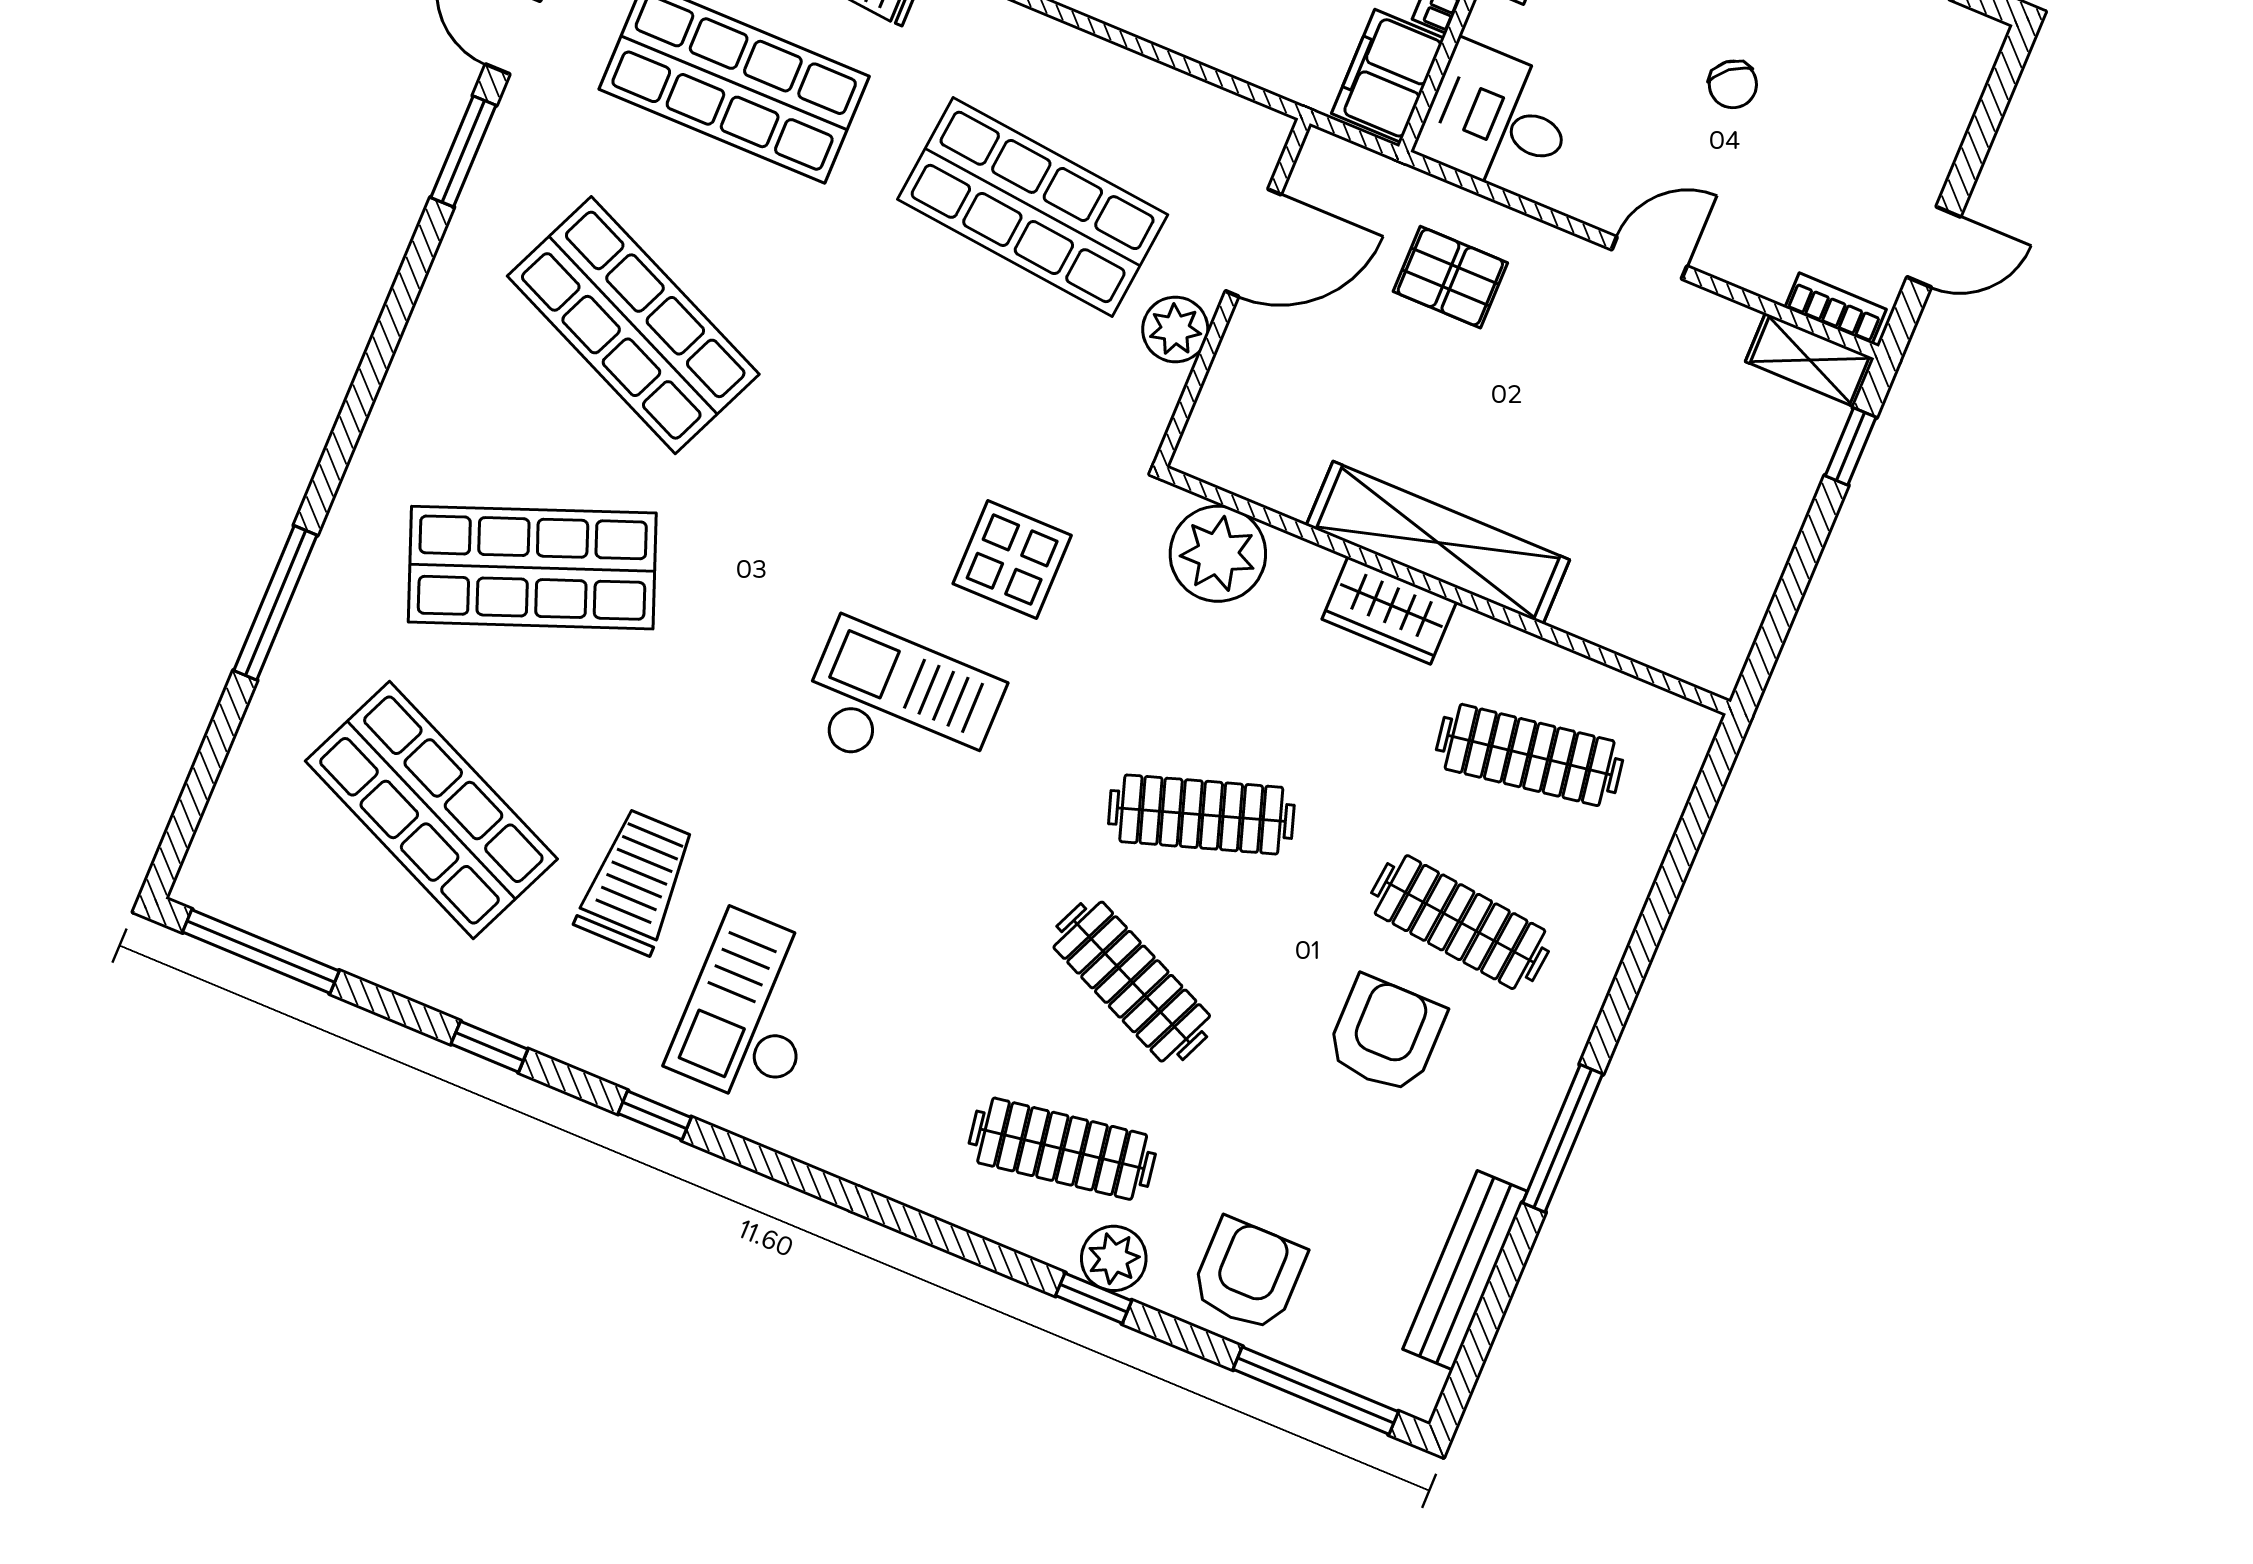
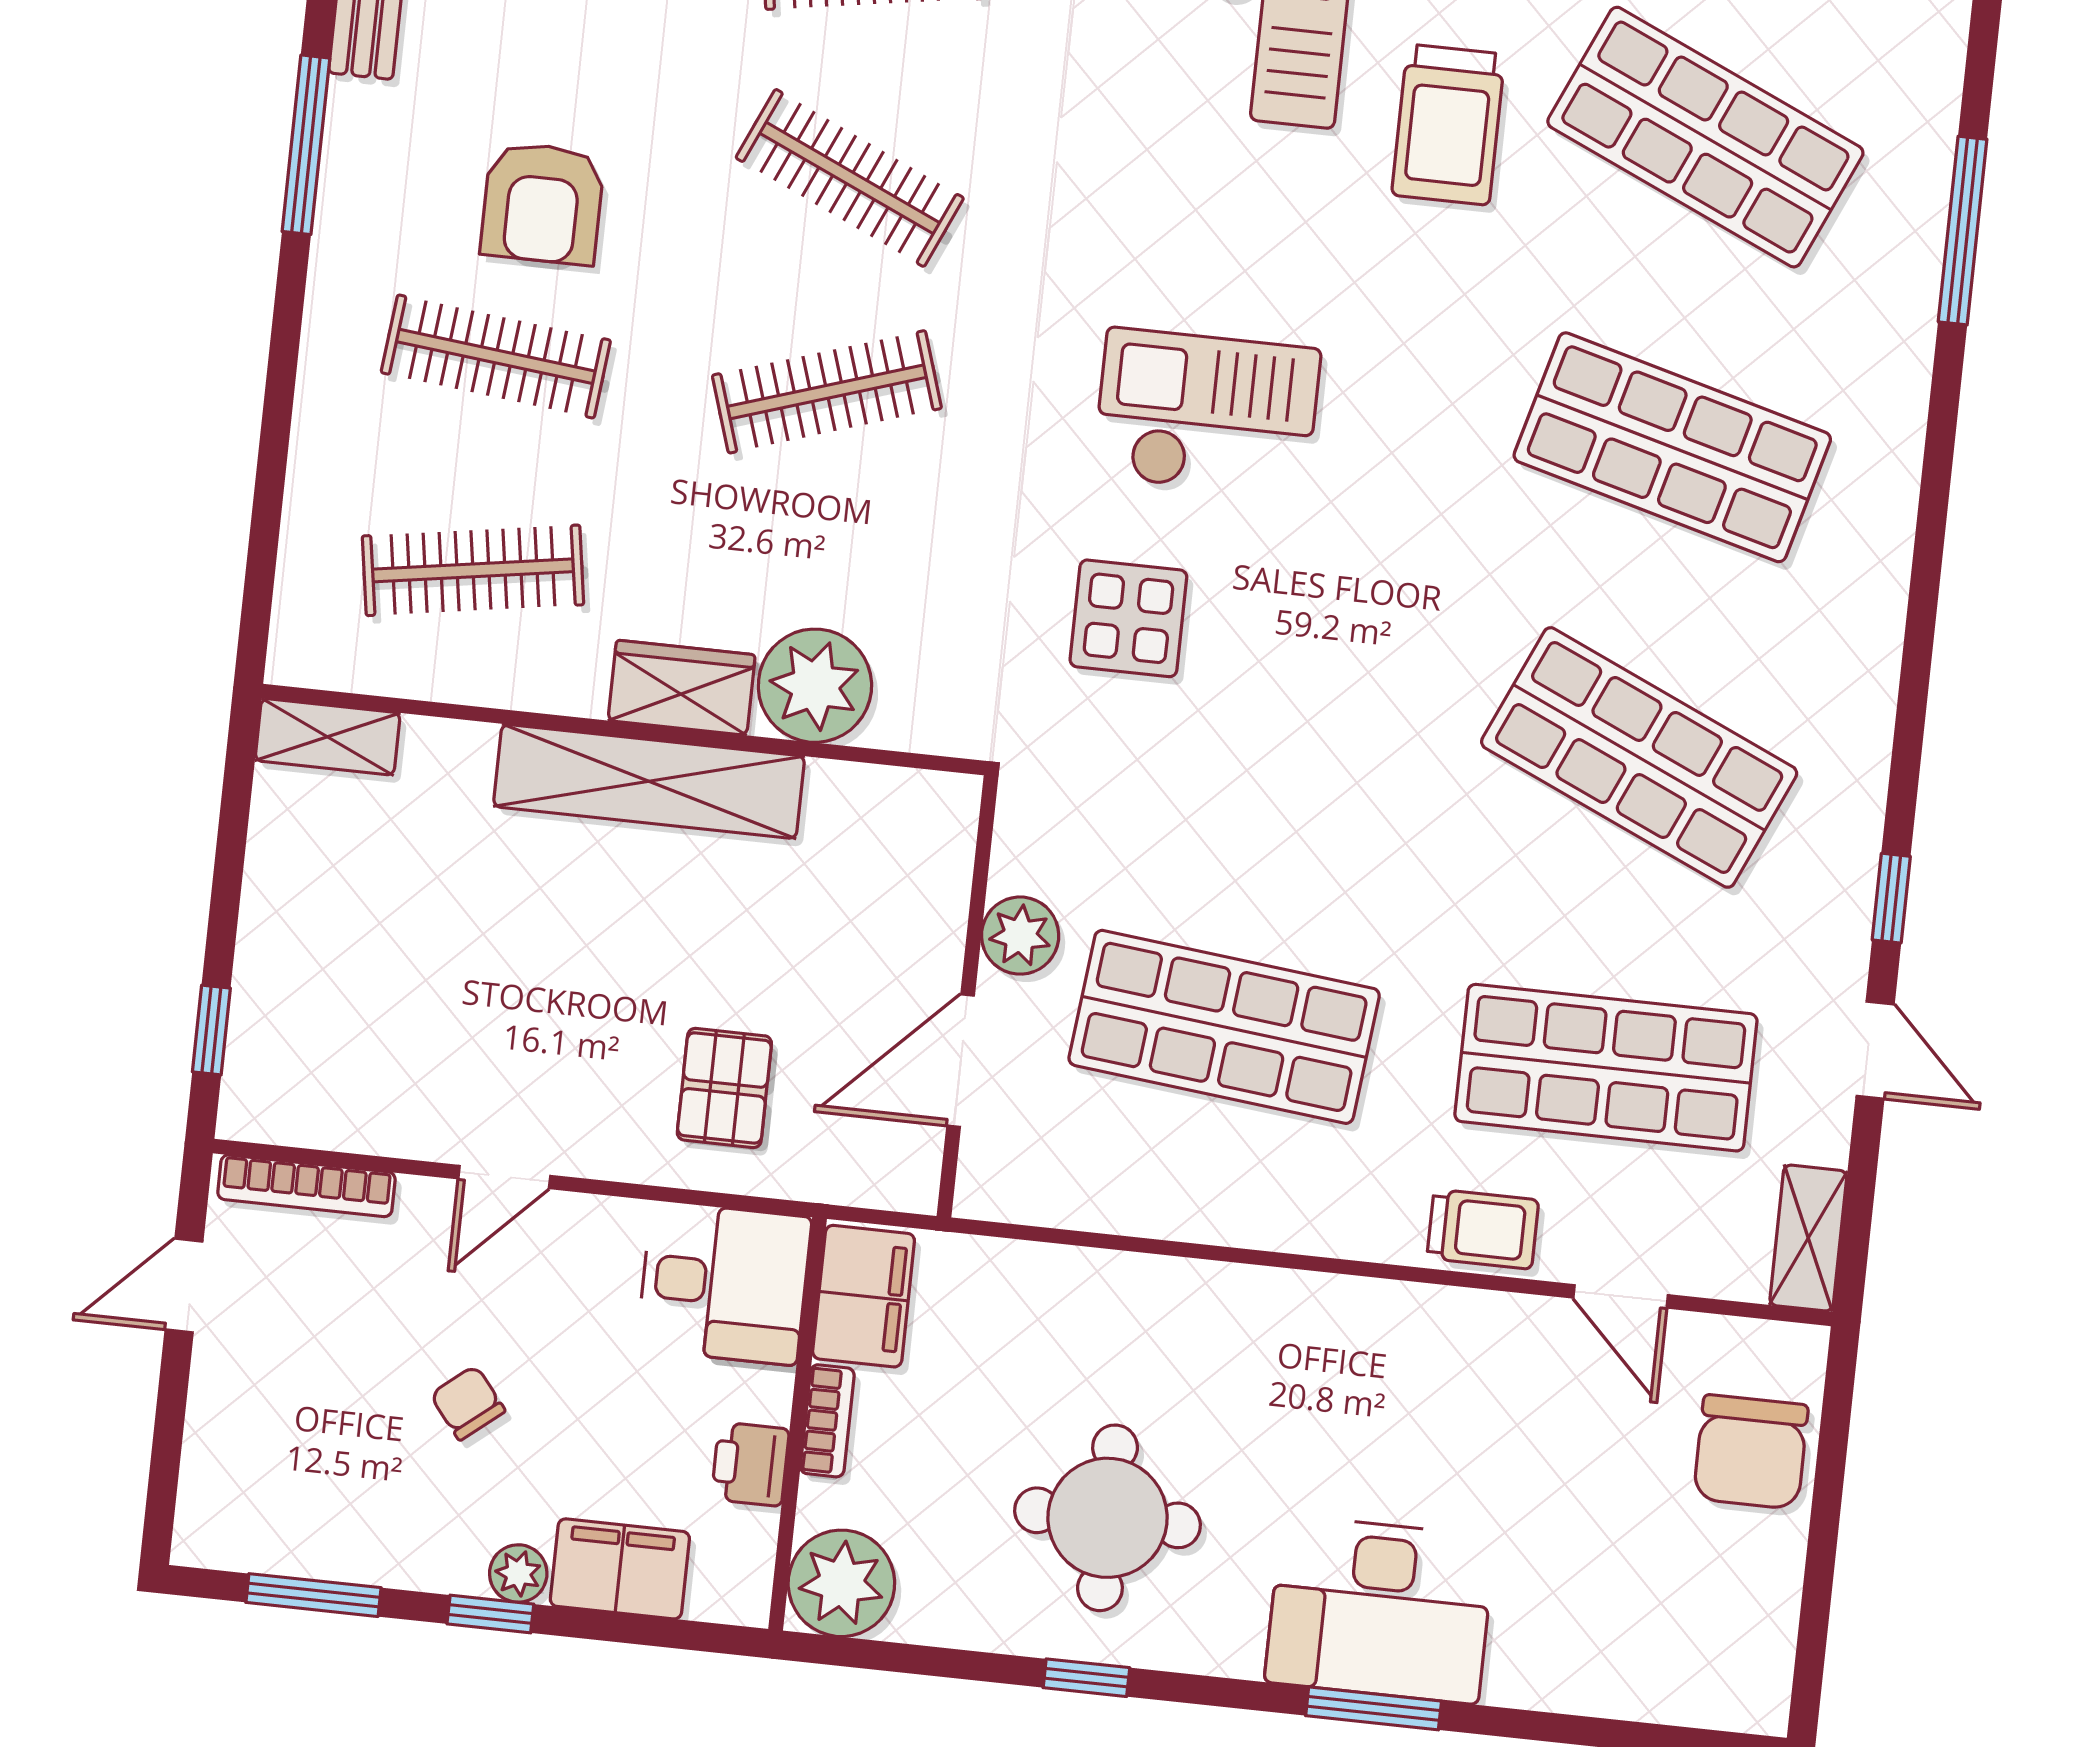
window: (463, 151) -> (1891, 898), width x0.67
pallet: (1450, 277) -> (724, 1088), turned 90
bookcase: (1836, 308) -> (306, 1186), width x1.56
shelving: (1810, 360) -> (328, 737), moved
plant: (1218, 554) -> (815, 686), moved
shop shelf: (532, 568) -> (1672, 447), turned 36
window: (275, 603) -> (1963, 231), moved
checkout: (900, 707) -> (1207, 413), turned 180

